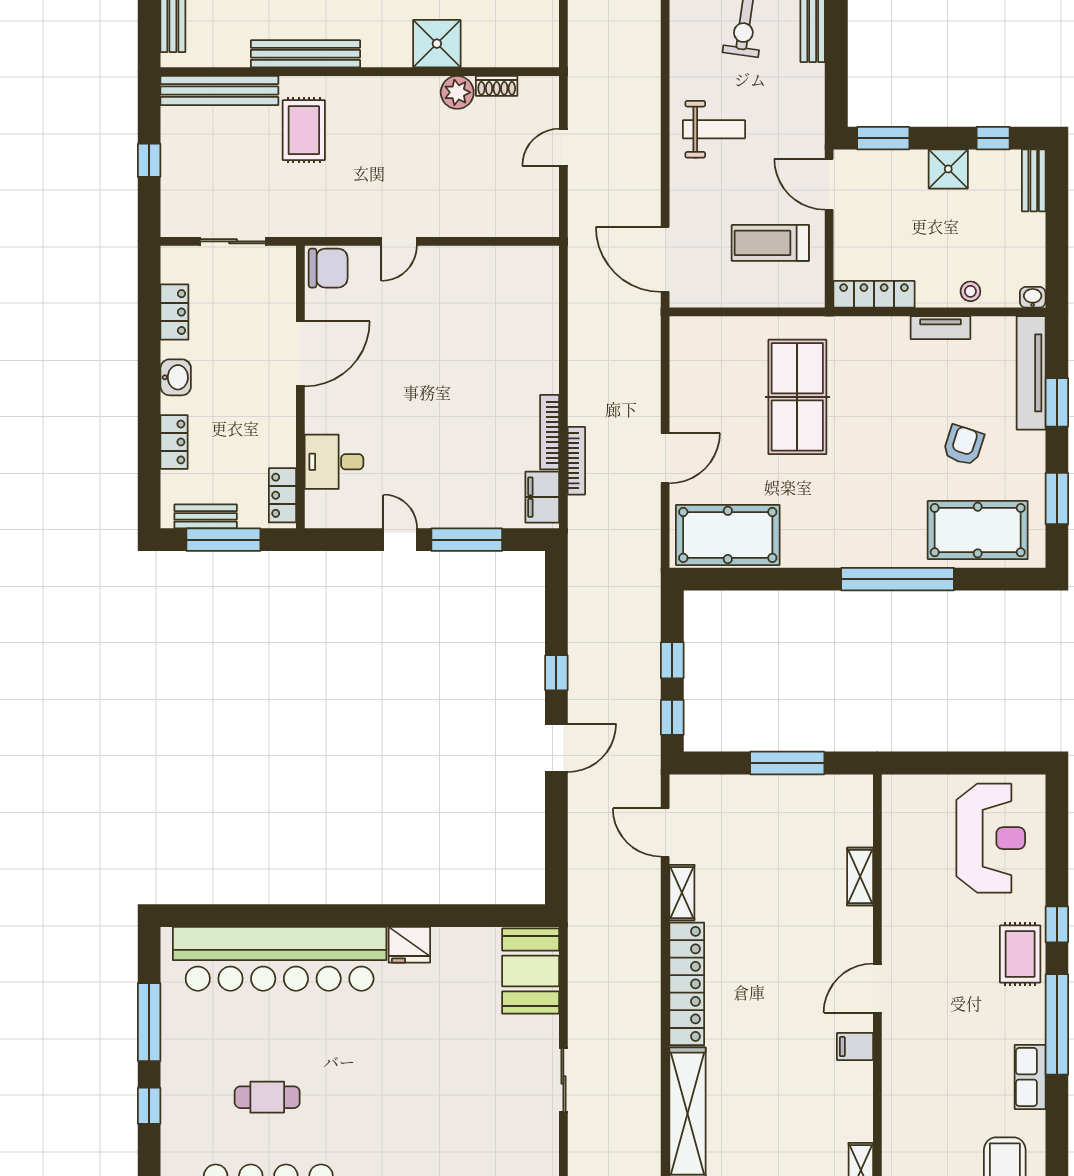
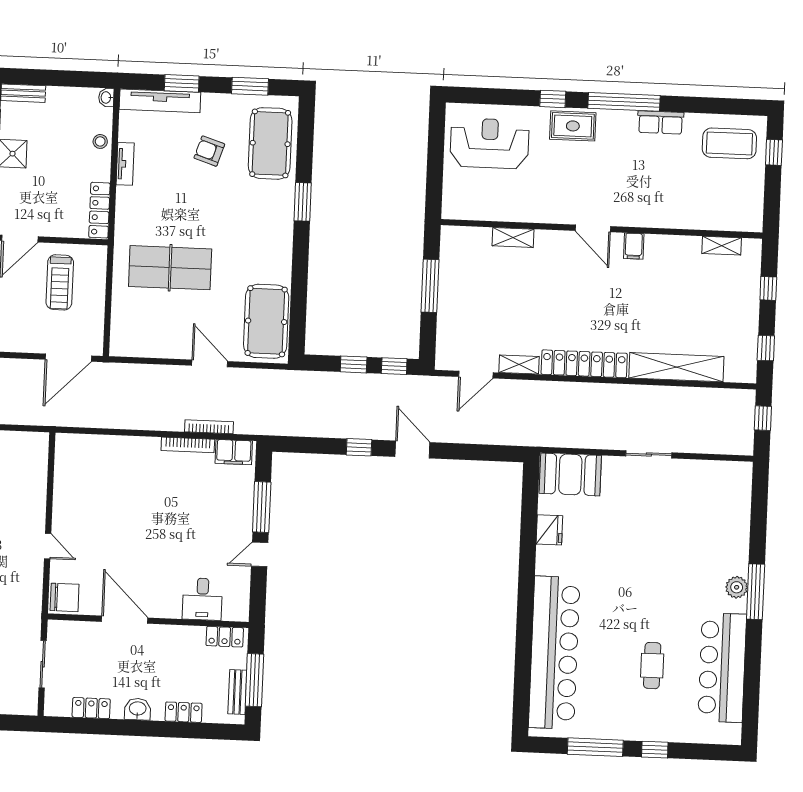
chair: (328, 268) -> (65, 597), turned 90
window: (898, 579) -> (303, 202), width x0.47
fridge: (409, 945) -> (549, 530), moved

